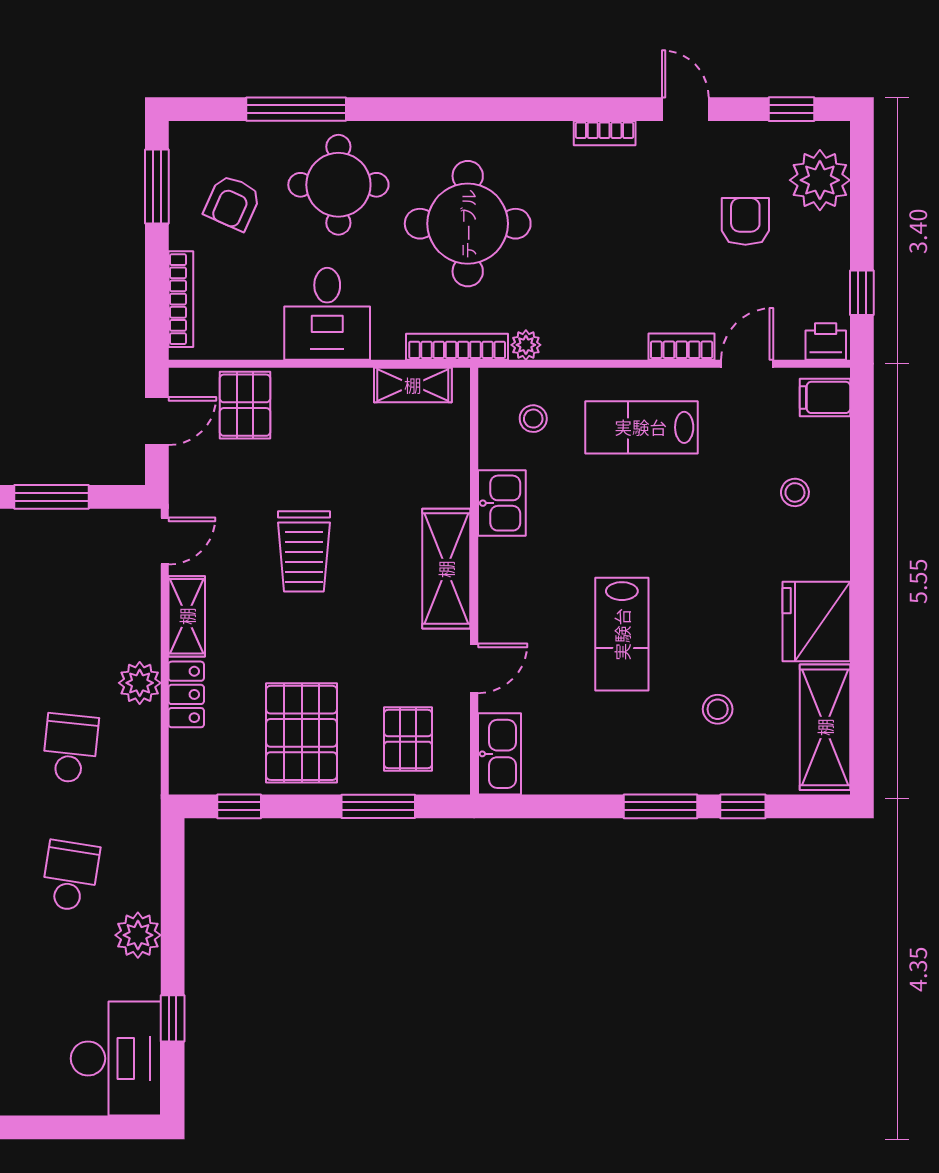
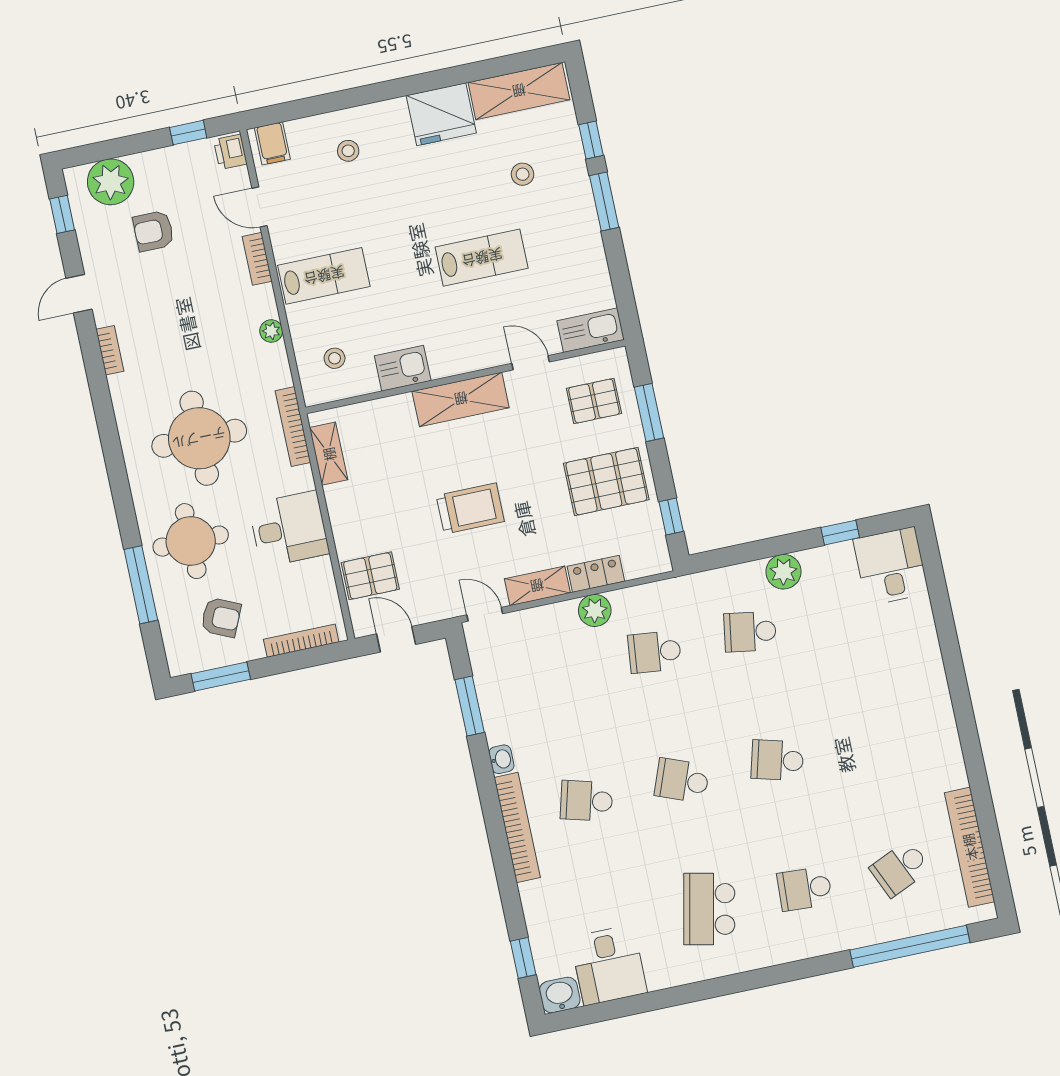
plant: (526, 345) -> (271, 331), moved
lab bench: (641, 427) -> (324, 276), turned -90
desk: (116, 1058) -> (891, 566), width x0.73

